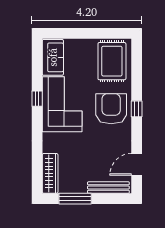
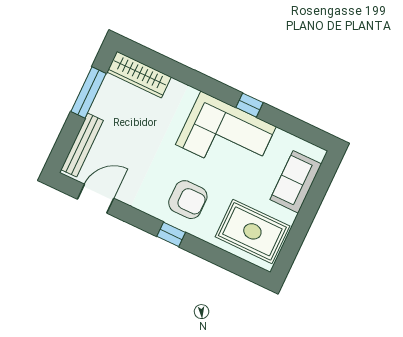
sofa: (53, 57) -> (296, 182), moved, turned 90
armchair: (111, 109) -> (188, 200), width x0.73, depth x0.73
door: (137, 164) -> (96, 199), hinge flipped

